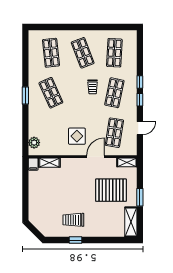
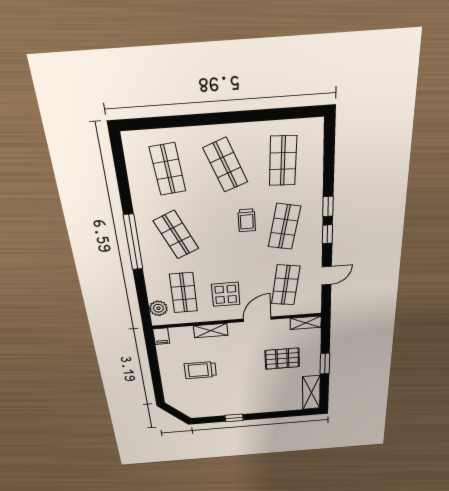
window: (25, 95) -> (133, 242), width x2.11
shop shelf: (51, 133) -> (183, 293), added
shelving: (49, 163) -> (211, 331), moved
pallet: (111, 190) -> (282, 359), width x0.73, depth x0.71
trolley: (73, 220) -> (200, 370), moved

